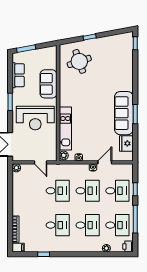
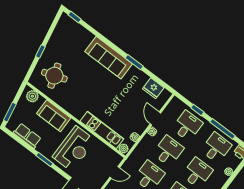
plant: (51, 57) -> (32, 96), added
sofa: (124, 113) -> (109, 58), moved

